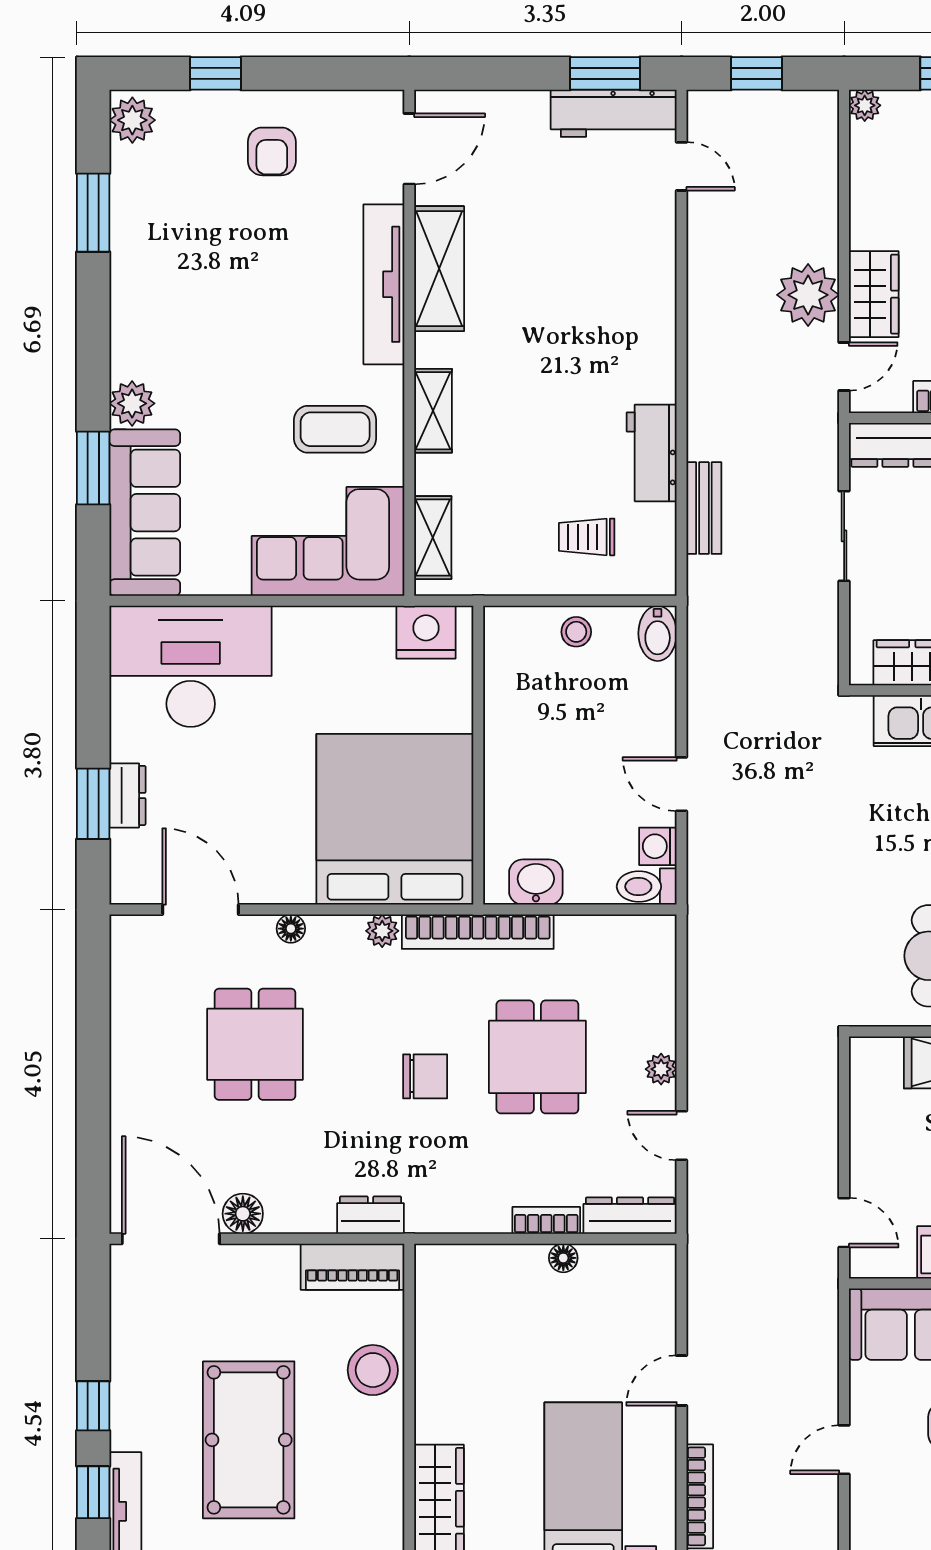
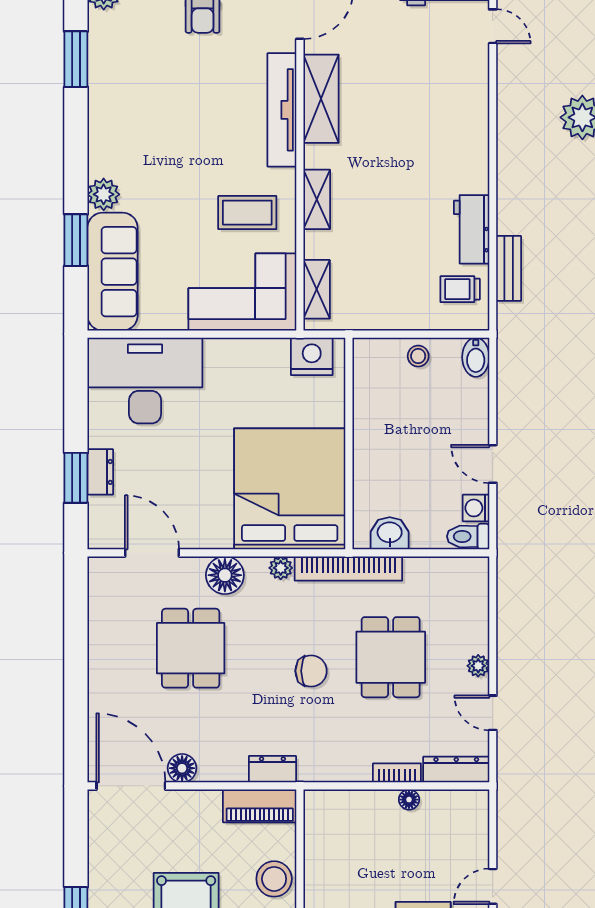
trolley: (587, 537) -> (460, 289), moved
floor lamp: (291, 929) -> (225, 575), width x1.89, depth x1.89

